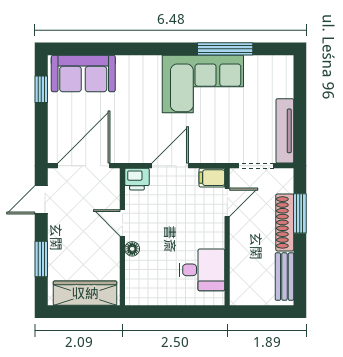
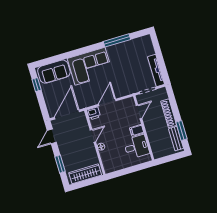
corner sofa: (203, 84) -> (90, 66), moved
filing cabinet: (212, 178) -> (137, 130), moved
window: (300, 213) -> (181, 131), moved
door: (122, 223) -> (93, 136), swing flipped

